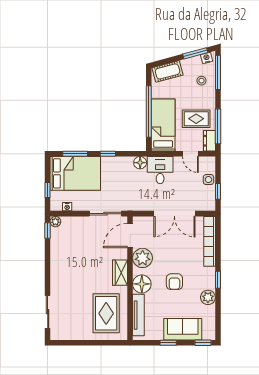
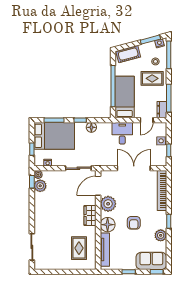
rug: (196, 119) -> (152, 78), moved
door: (190, 154) -> (147, 120), hinge flipped
floor lamp: (140, 163) -> (91, 127), moved
double door: (174, 214) -> (134, 168), swing flipped
plant: (58, 236) -> (40, 186), added
rug: (106, 313) -> (79, 248), width x0.73, depth x0.70
sofa: (183, 329) -> (151, 261), moved

